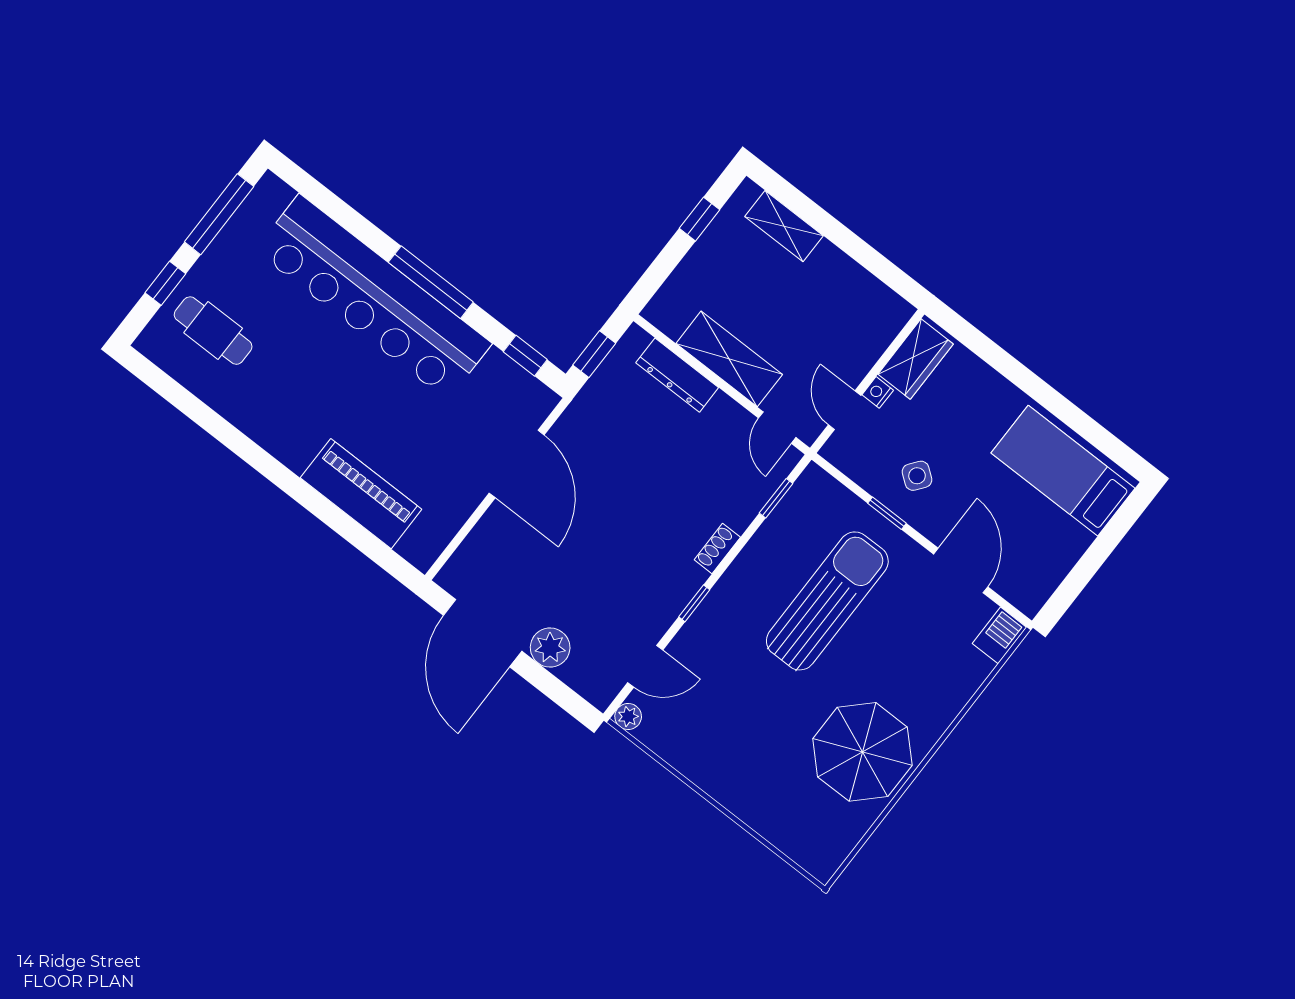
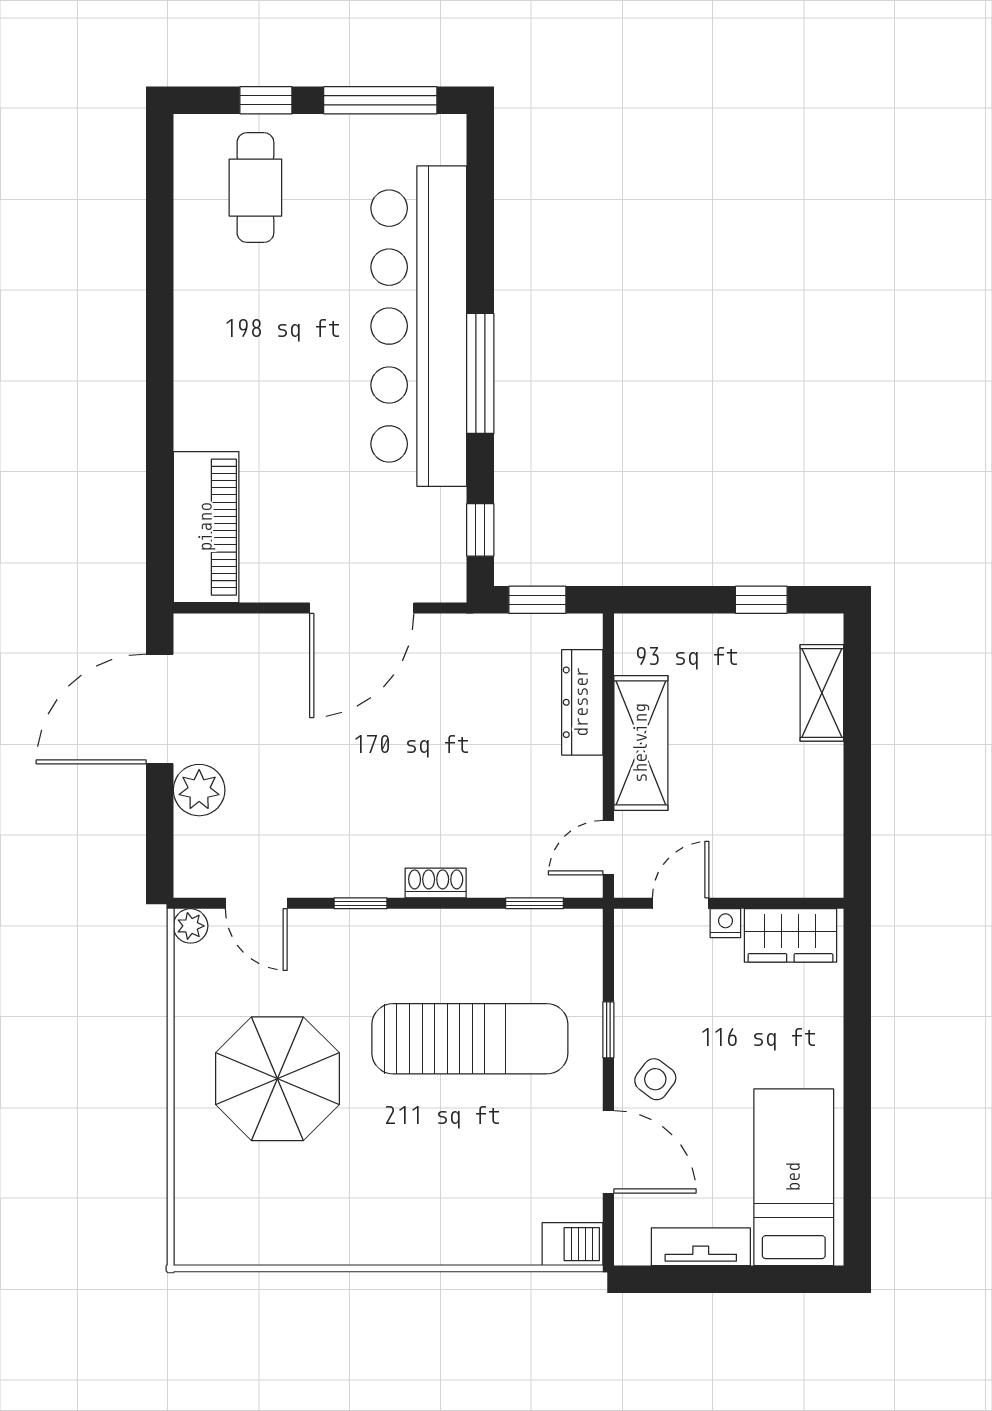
side table: (917, 476) -> (655, 1079), moved
piano: (361, 494) -> (206, 527), moved
tv unit: (1061, 559) -> (701, 1247), added
door: (961, 571) -> (608, 1152), hinge flipped
parasol: (862, 752) -> (277, 1079), moved

